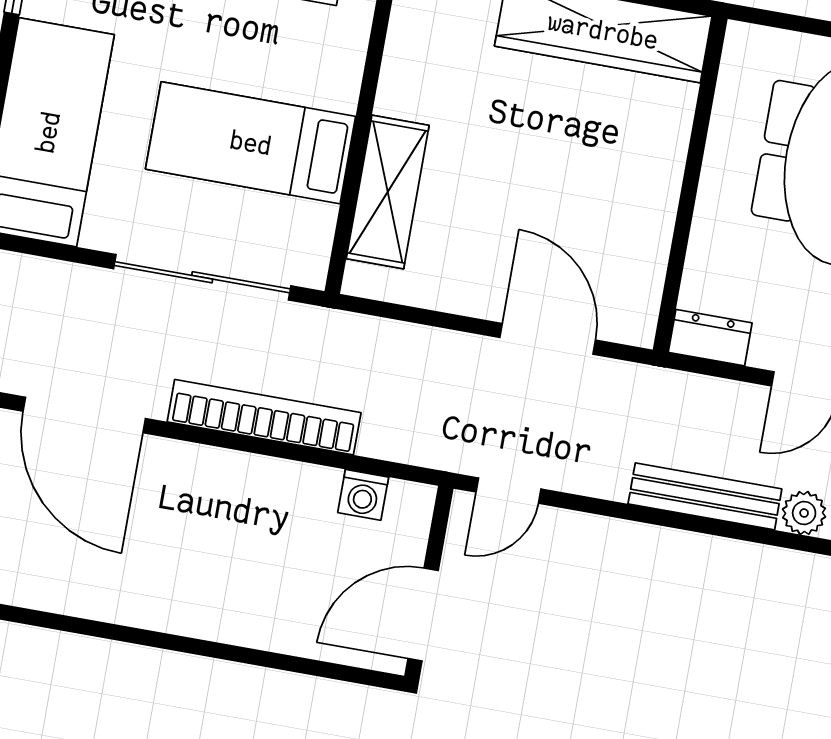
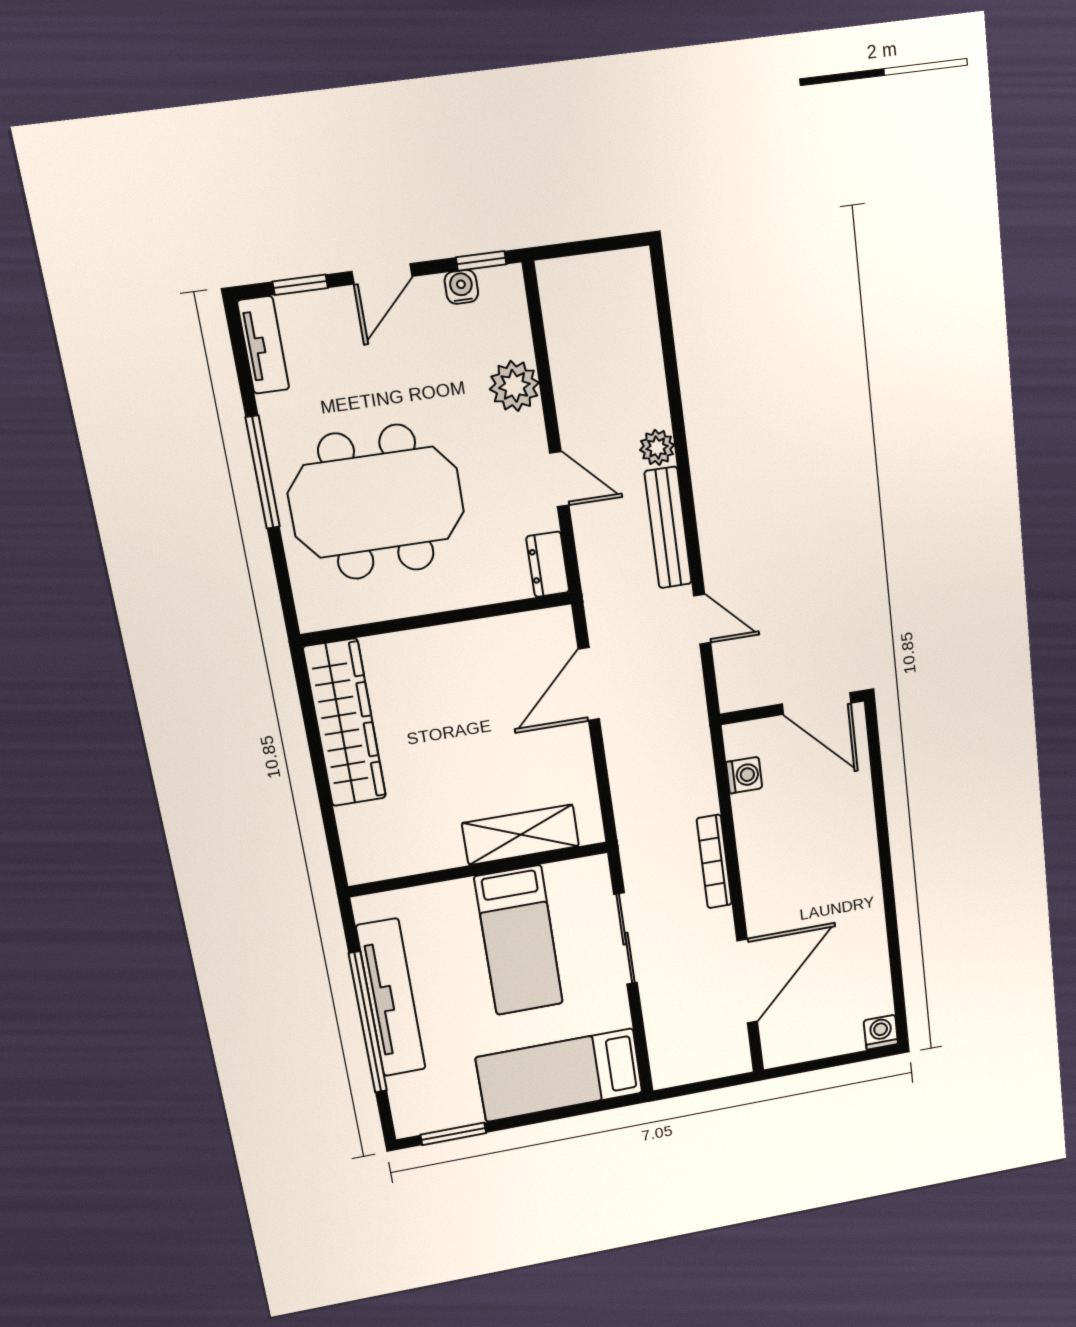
sliding door: (202, 277) -> (626, 939), width x0.73
bookcase: (264, 417) -> (714, 862), width x0.68, depth x0.76
door: (509, 491) -> (702, 619), moved

